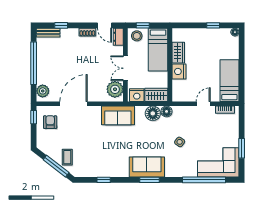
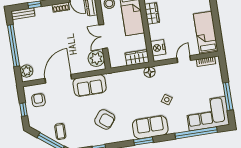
nightstand: (179, 71) -> (158, 48), moved
nightstand: (137, 95) -> (118, 61), removed
floor lamp: (153, 113) -> (136, 76), removed
sofa: (118, 115) -> (90, 85), moved
window: (34, 117) -> (24, 110), moved
window: (242, 148) -> (228, 96), width x1.44
armchair: (114, 152) -> (105, 119), added
sofa: (147, 167) -> (150, 127), moved

